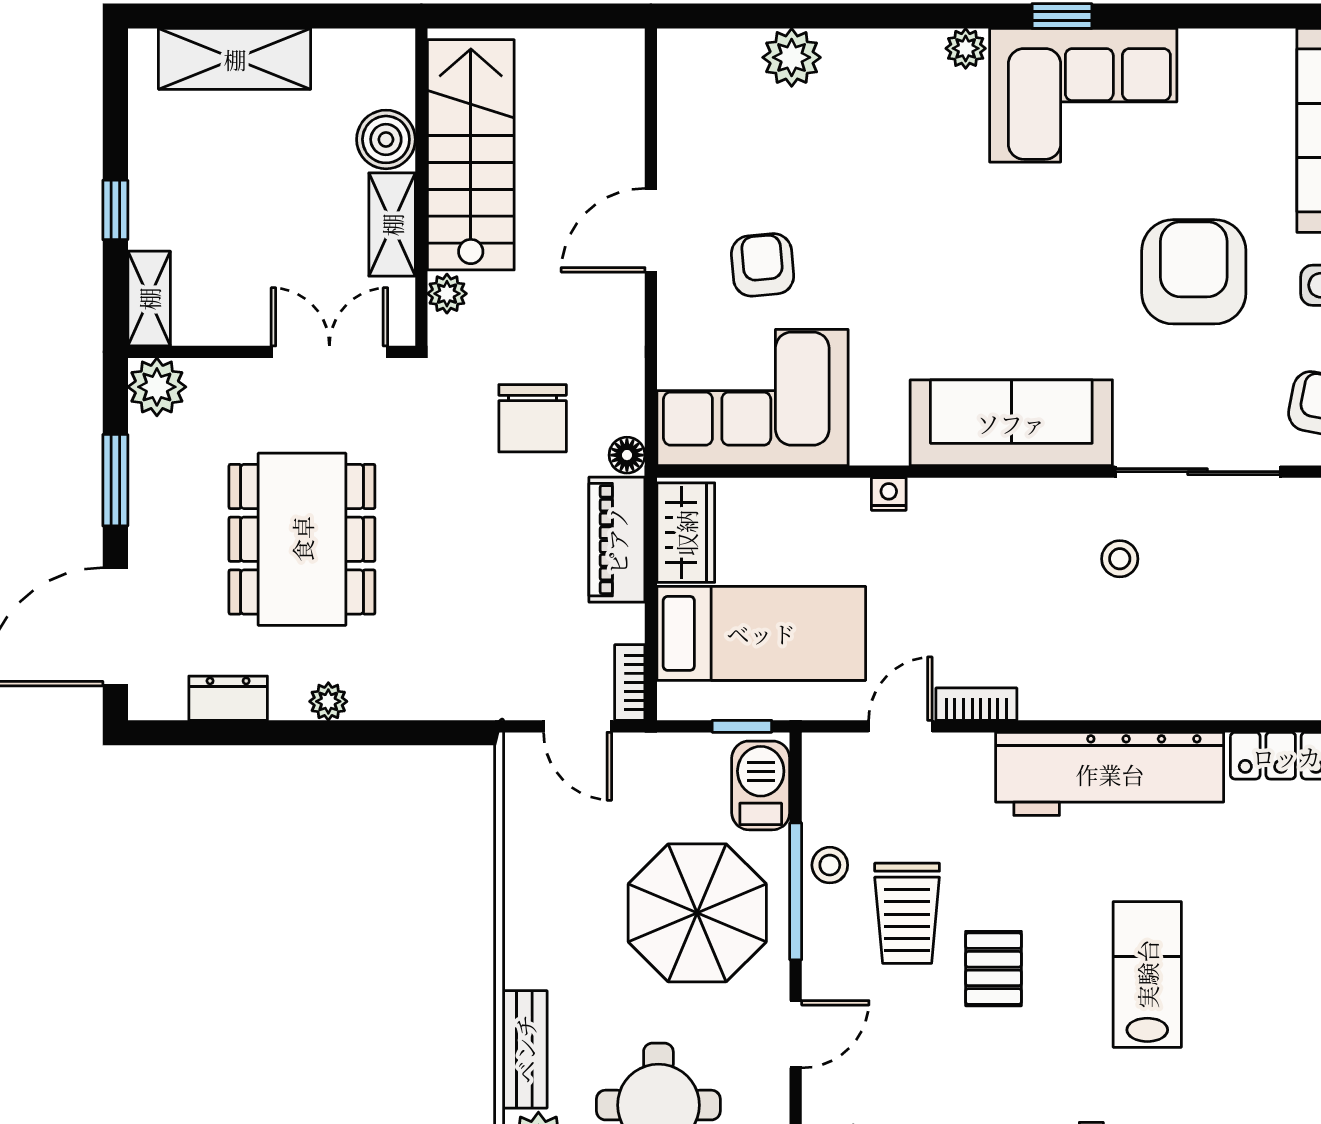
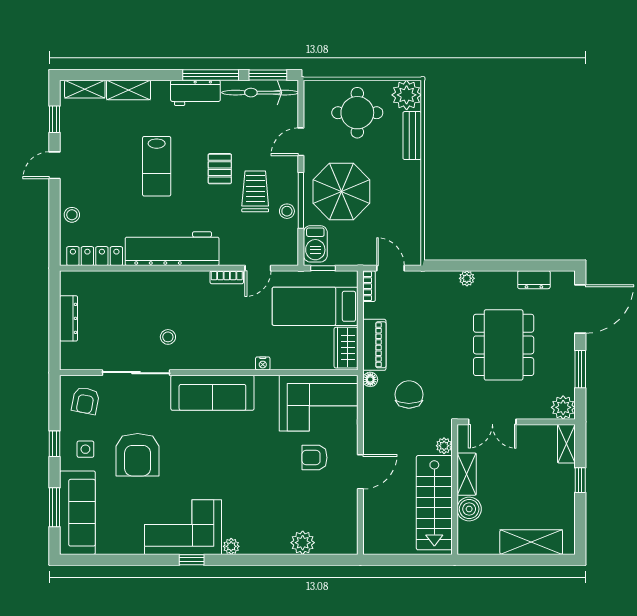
armchair: (763, 265) -> (315, 458), turned 95
plant: (328, 701) -> (467, 278), moved

